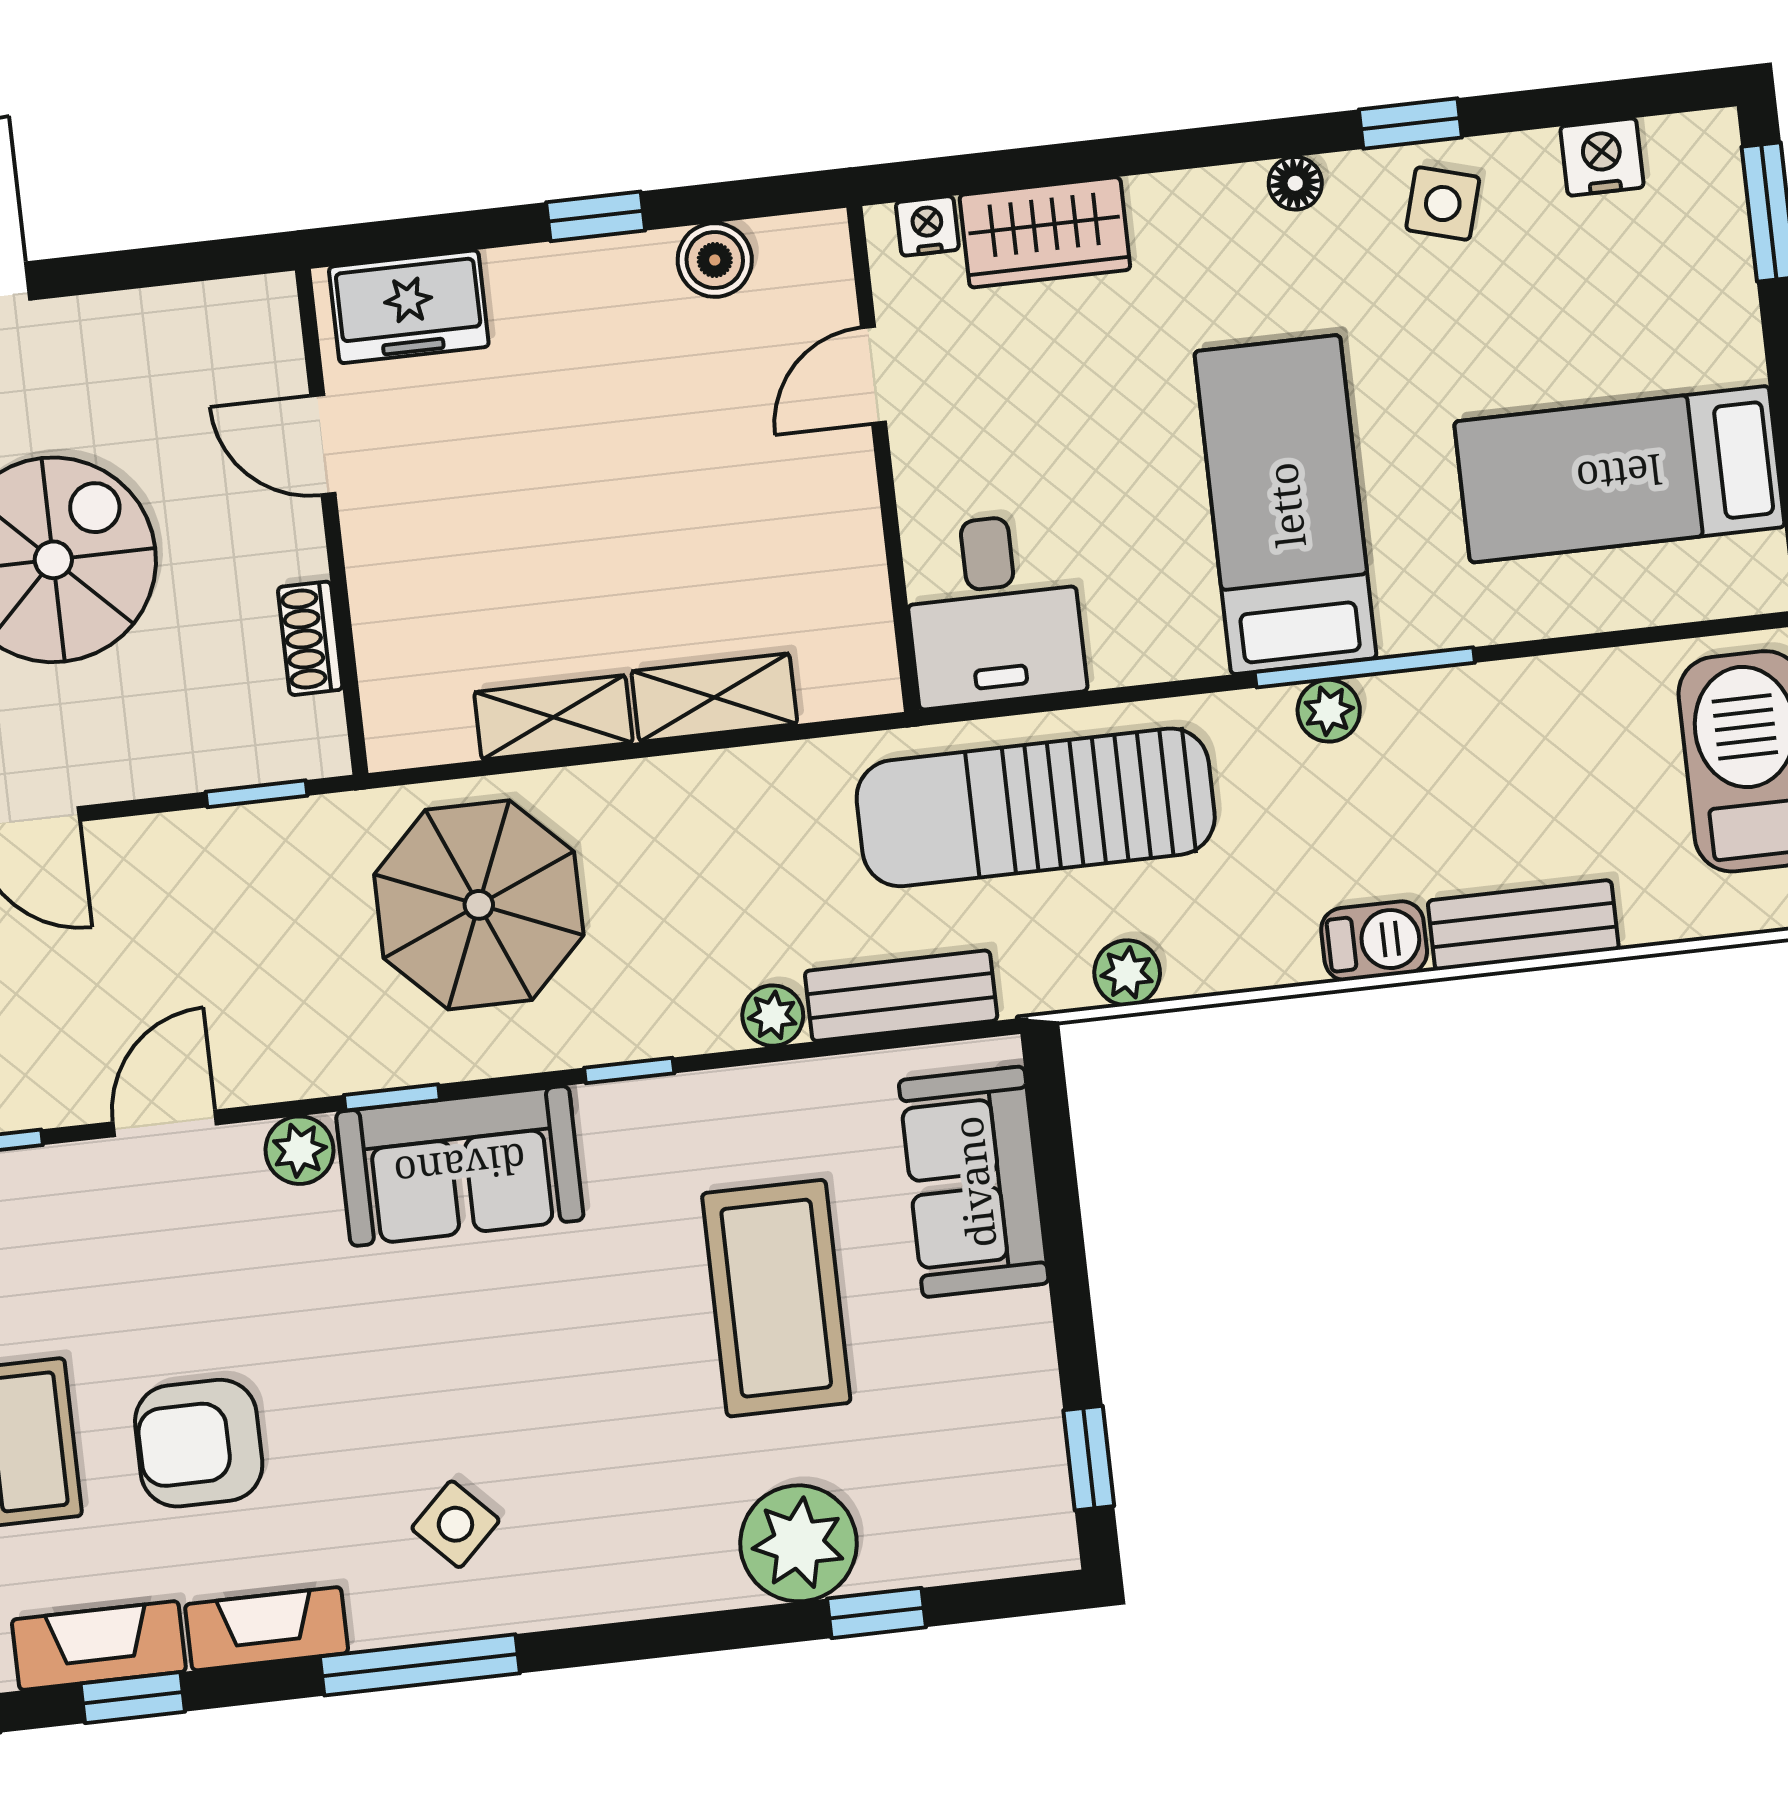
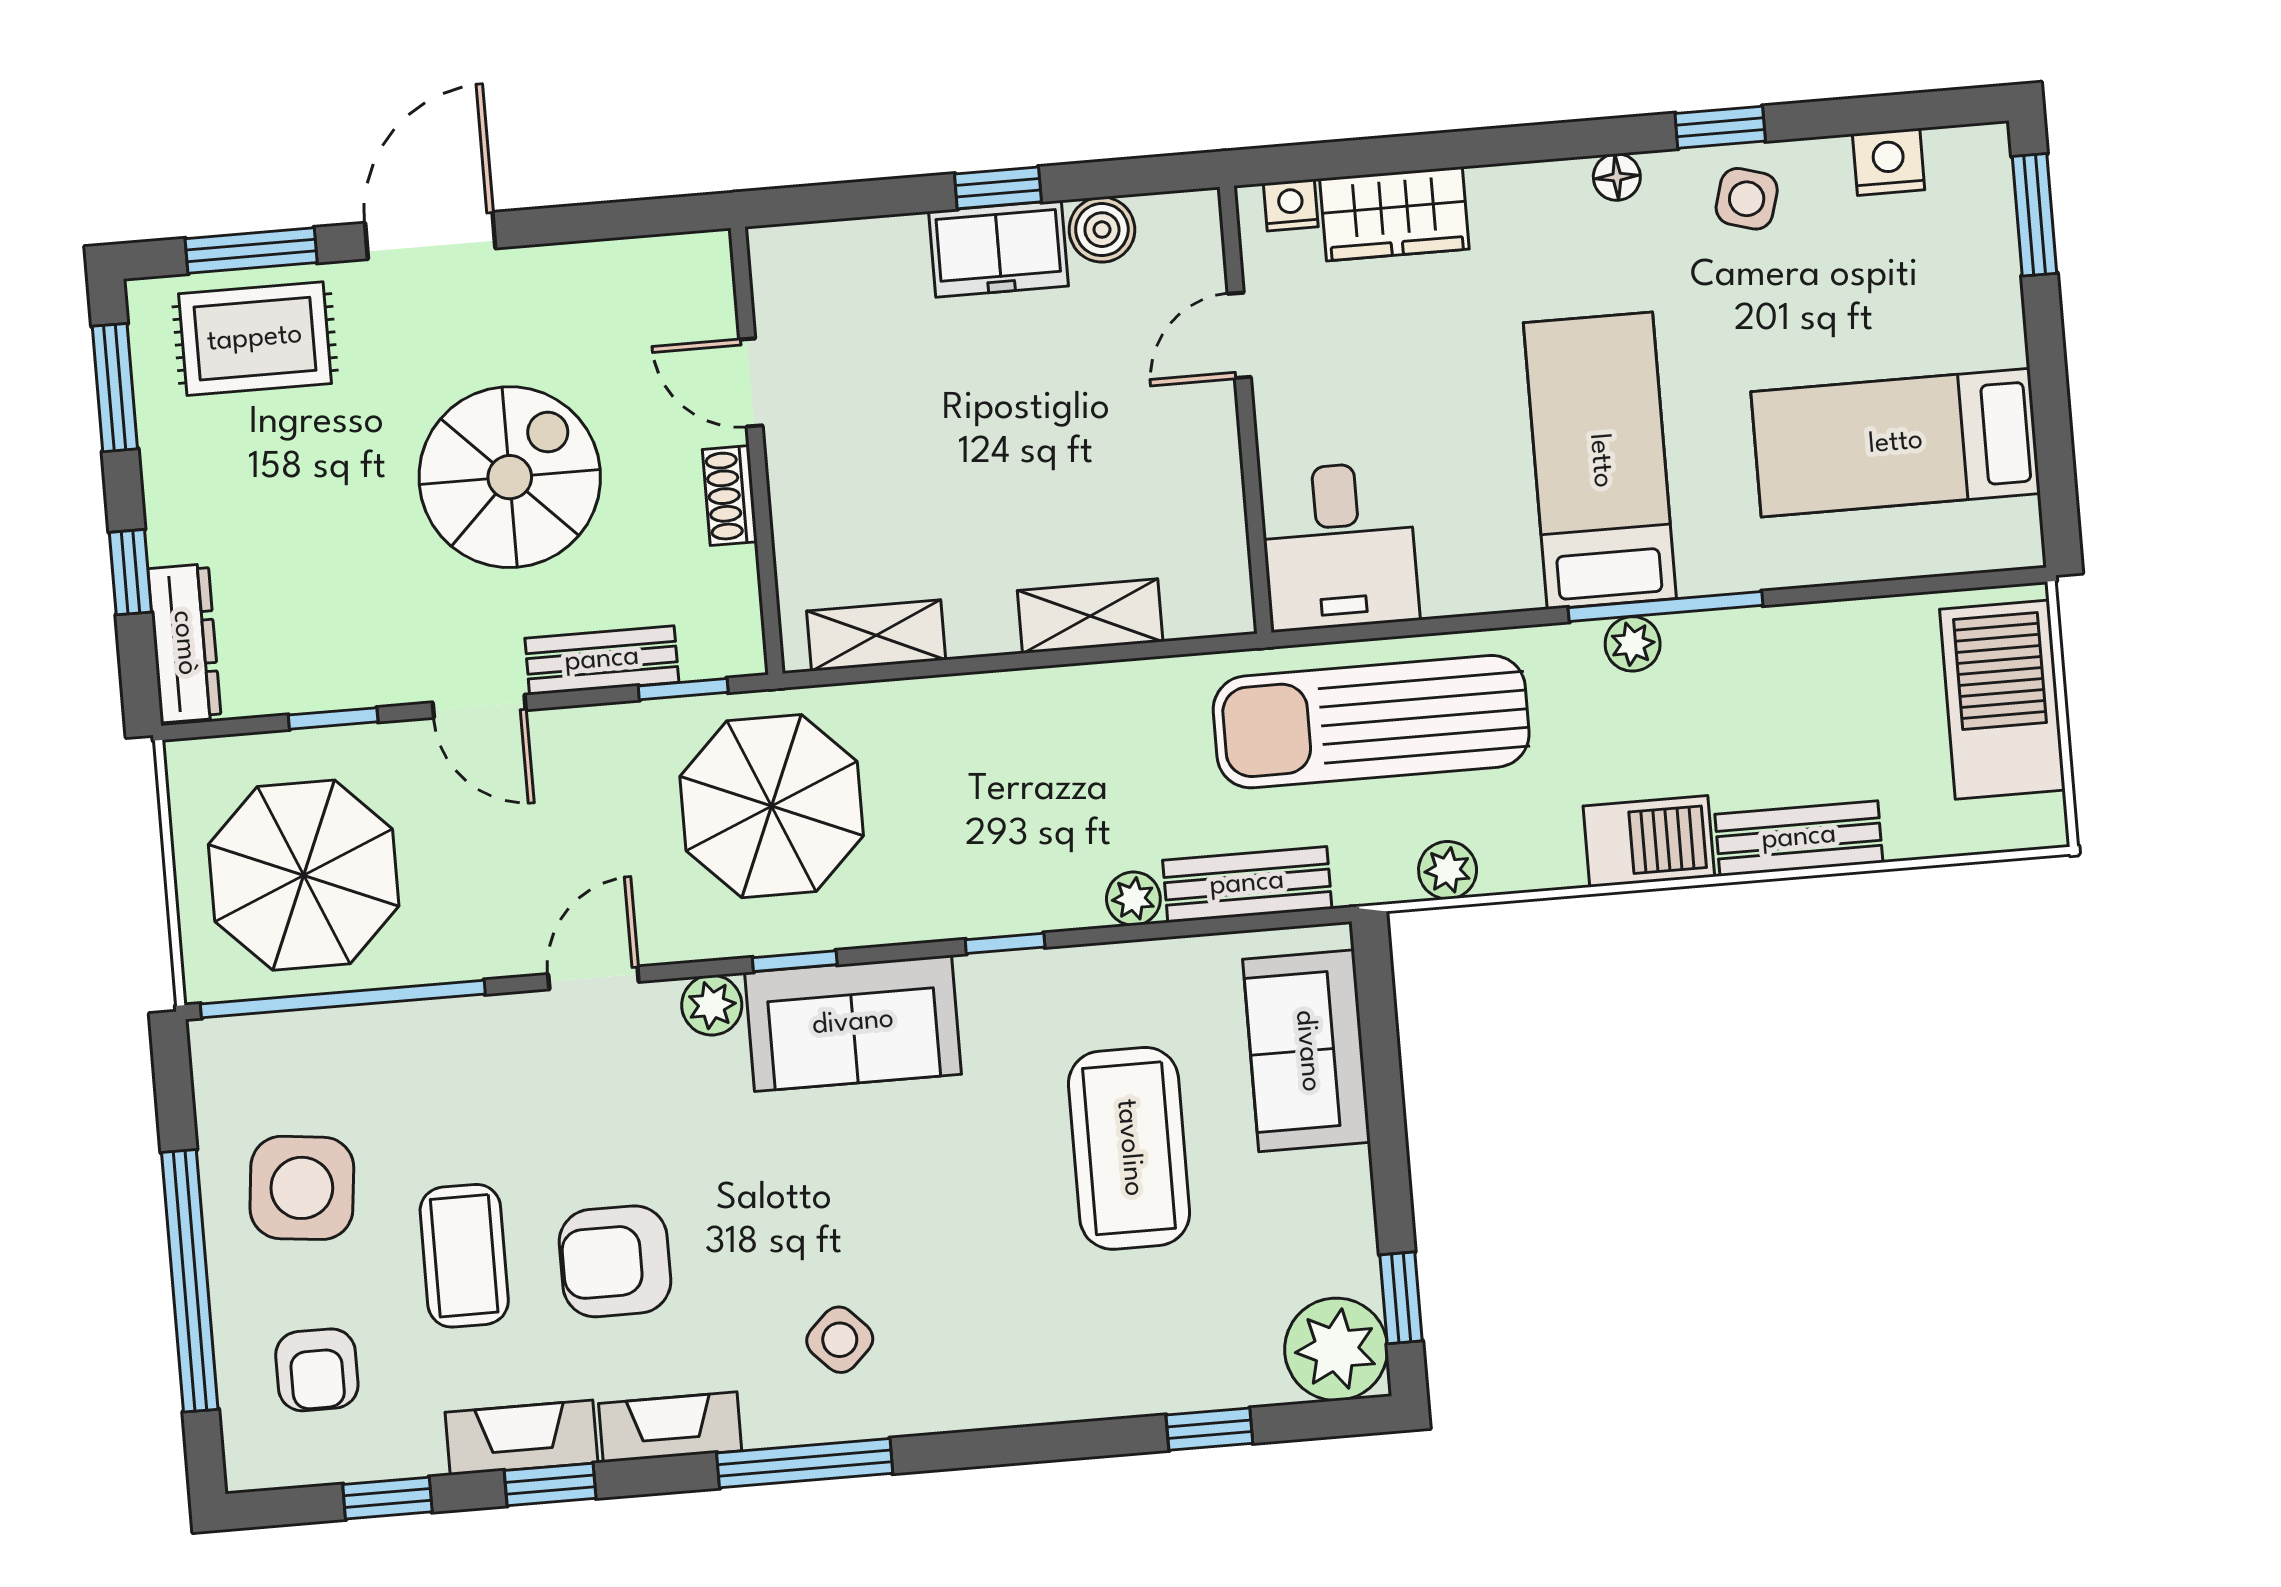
freezer: (409, 307) -> (998, 249), moved
shoe rack: (310, 638) -> (730, 496), moved
shelving: (553, 717) -> (876, 635), moved
bench: (164, 764) -> (602, 660), added
parasol: (479, 905) -> (772, 806), moved
barbecue: (1374, 941) -> (1649, 841), width x1.38, depth x1.27
plant: (799, 1543) -> (1336, 1349), moved

